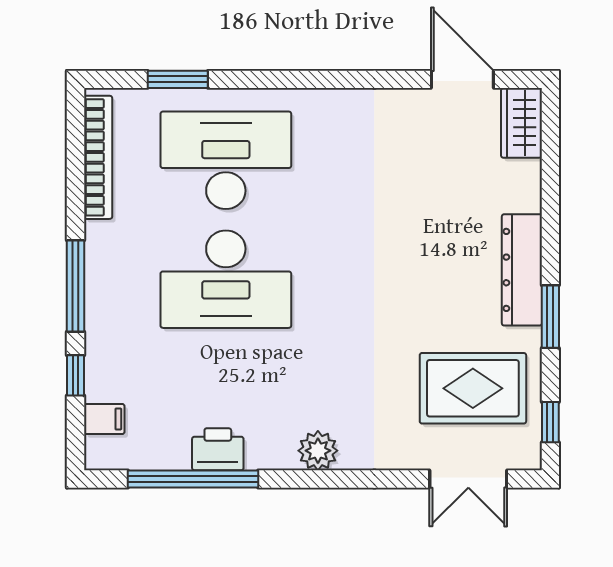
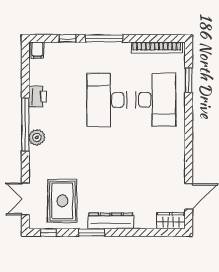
filing cabinet: (104, 419) -> (37, 50), moved
window: (193, 479) -> (25, 125), moved

